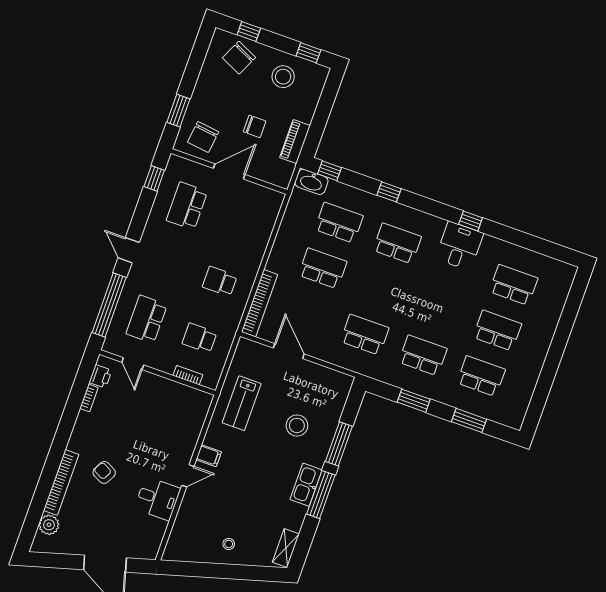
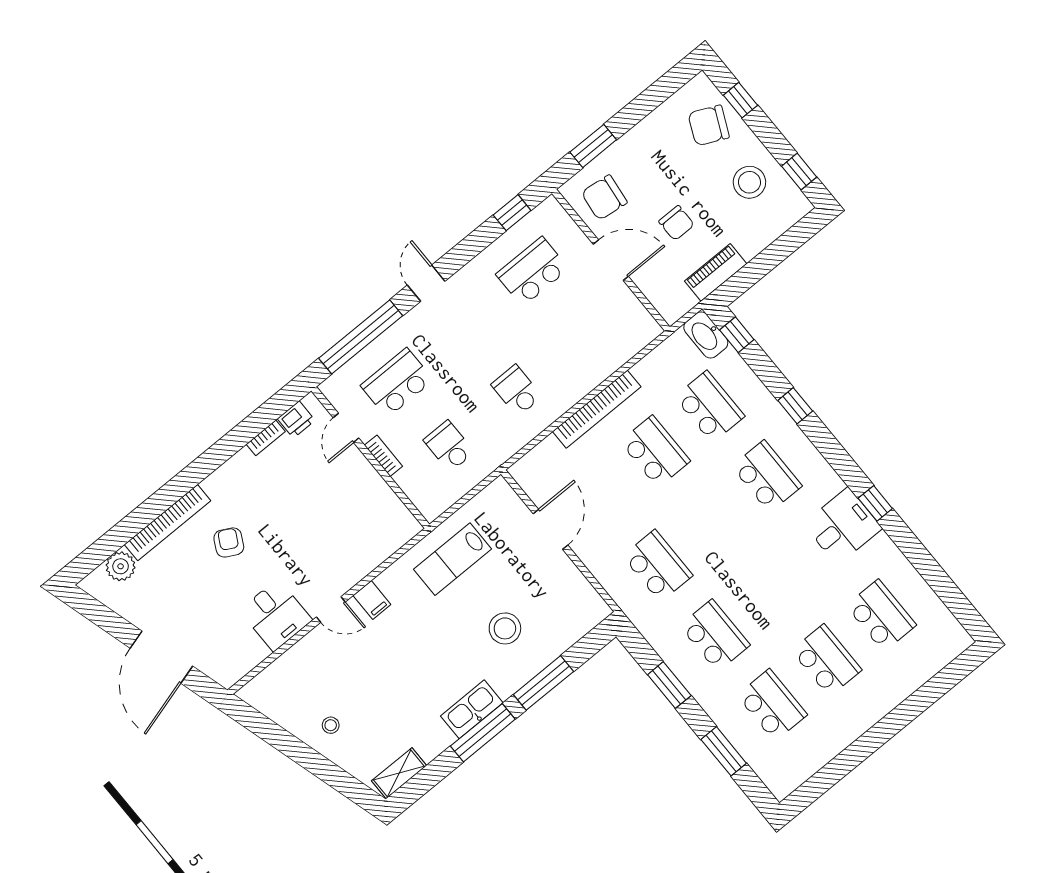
bookcase: (260, 303) -> (597, 409), moved
bookcase: (188, 375) -> (383, 456), moved

